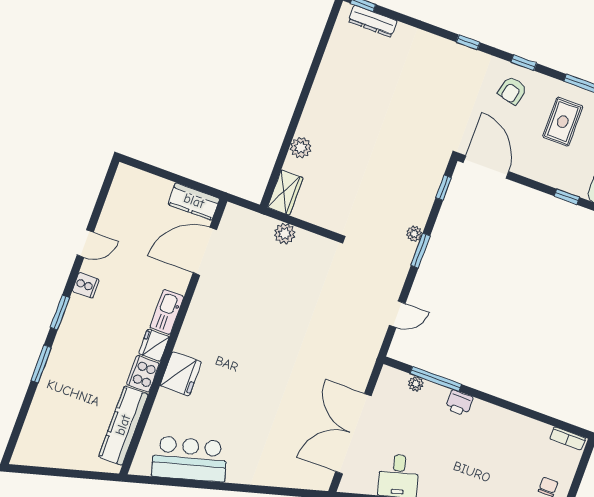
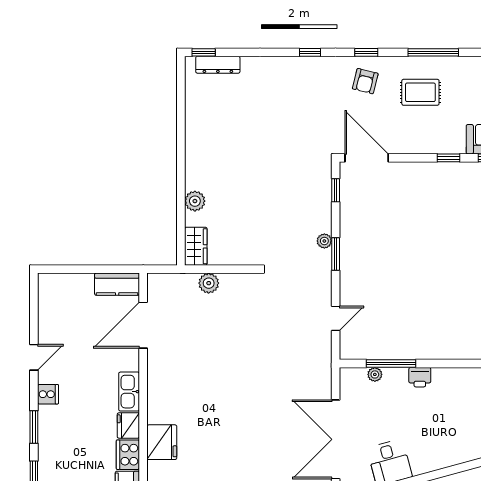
rug: (563, 122) -> (420, 92), turned 90

